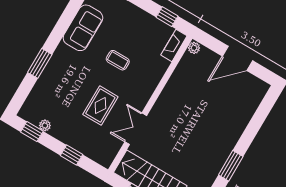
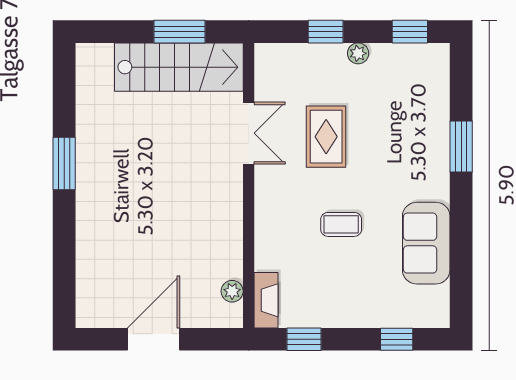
plant: (194, 48) -> (232, 291), moved
plant: (45, 125) -> (358, 53), moved

